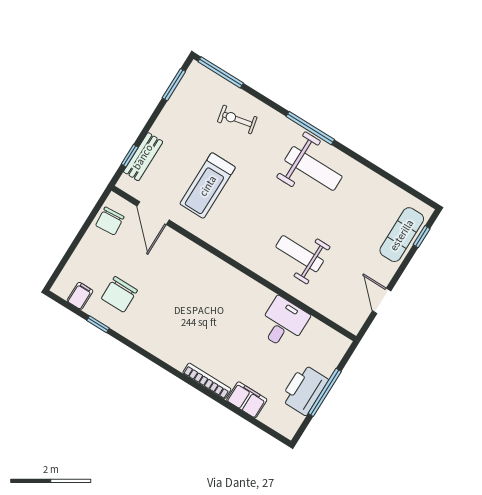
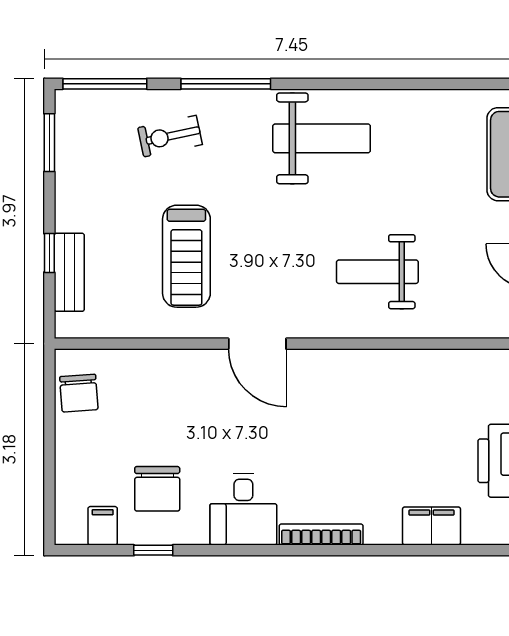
window: (310, 128) -> (226, 84), moved
window: (130, 156) -> (49, 253), moved
door: (153, 213) -> (257, 344), moved
desk: (283, 323) -> (243, 509), moved, turned 180
bookcase: (207, 381) -> (321, 534), moved

